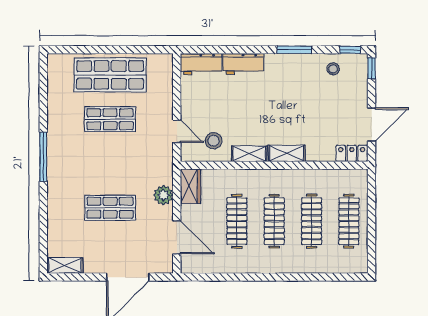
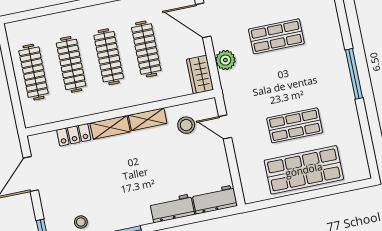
locker: (352, 153) -> (74, 135), moved

